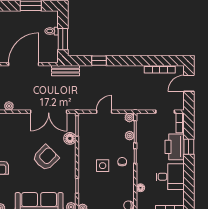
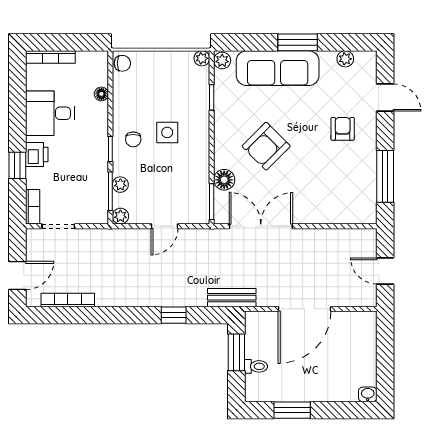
plant: (9, 106) -> (330, 236), removed
printer: (175, 147) -> (37, 154), width x0.53, depth x0.68

